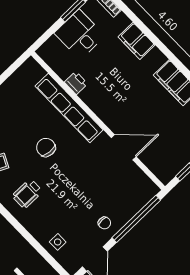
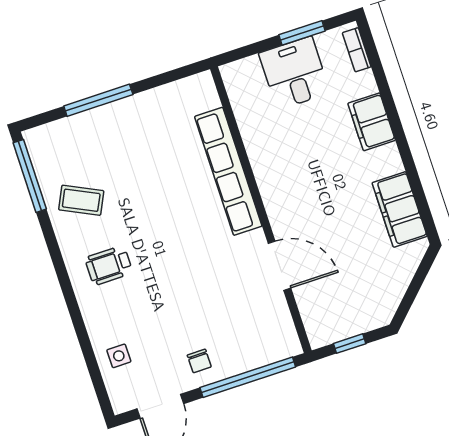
printer: (76, 83) -> (256, 140), removed
chair: (46, 147) -> (168, 212), removed

